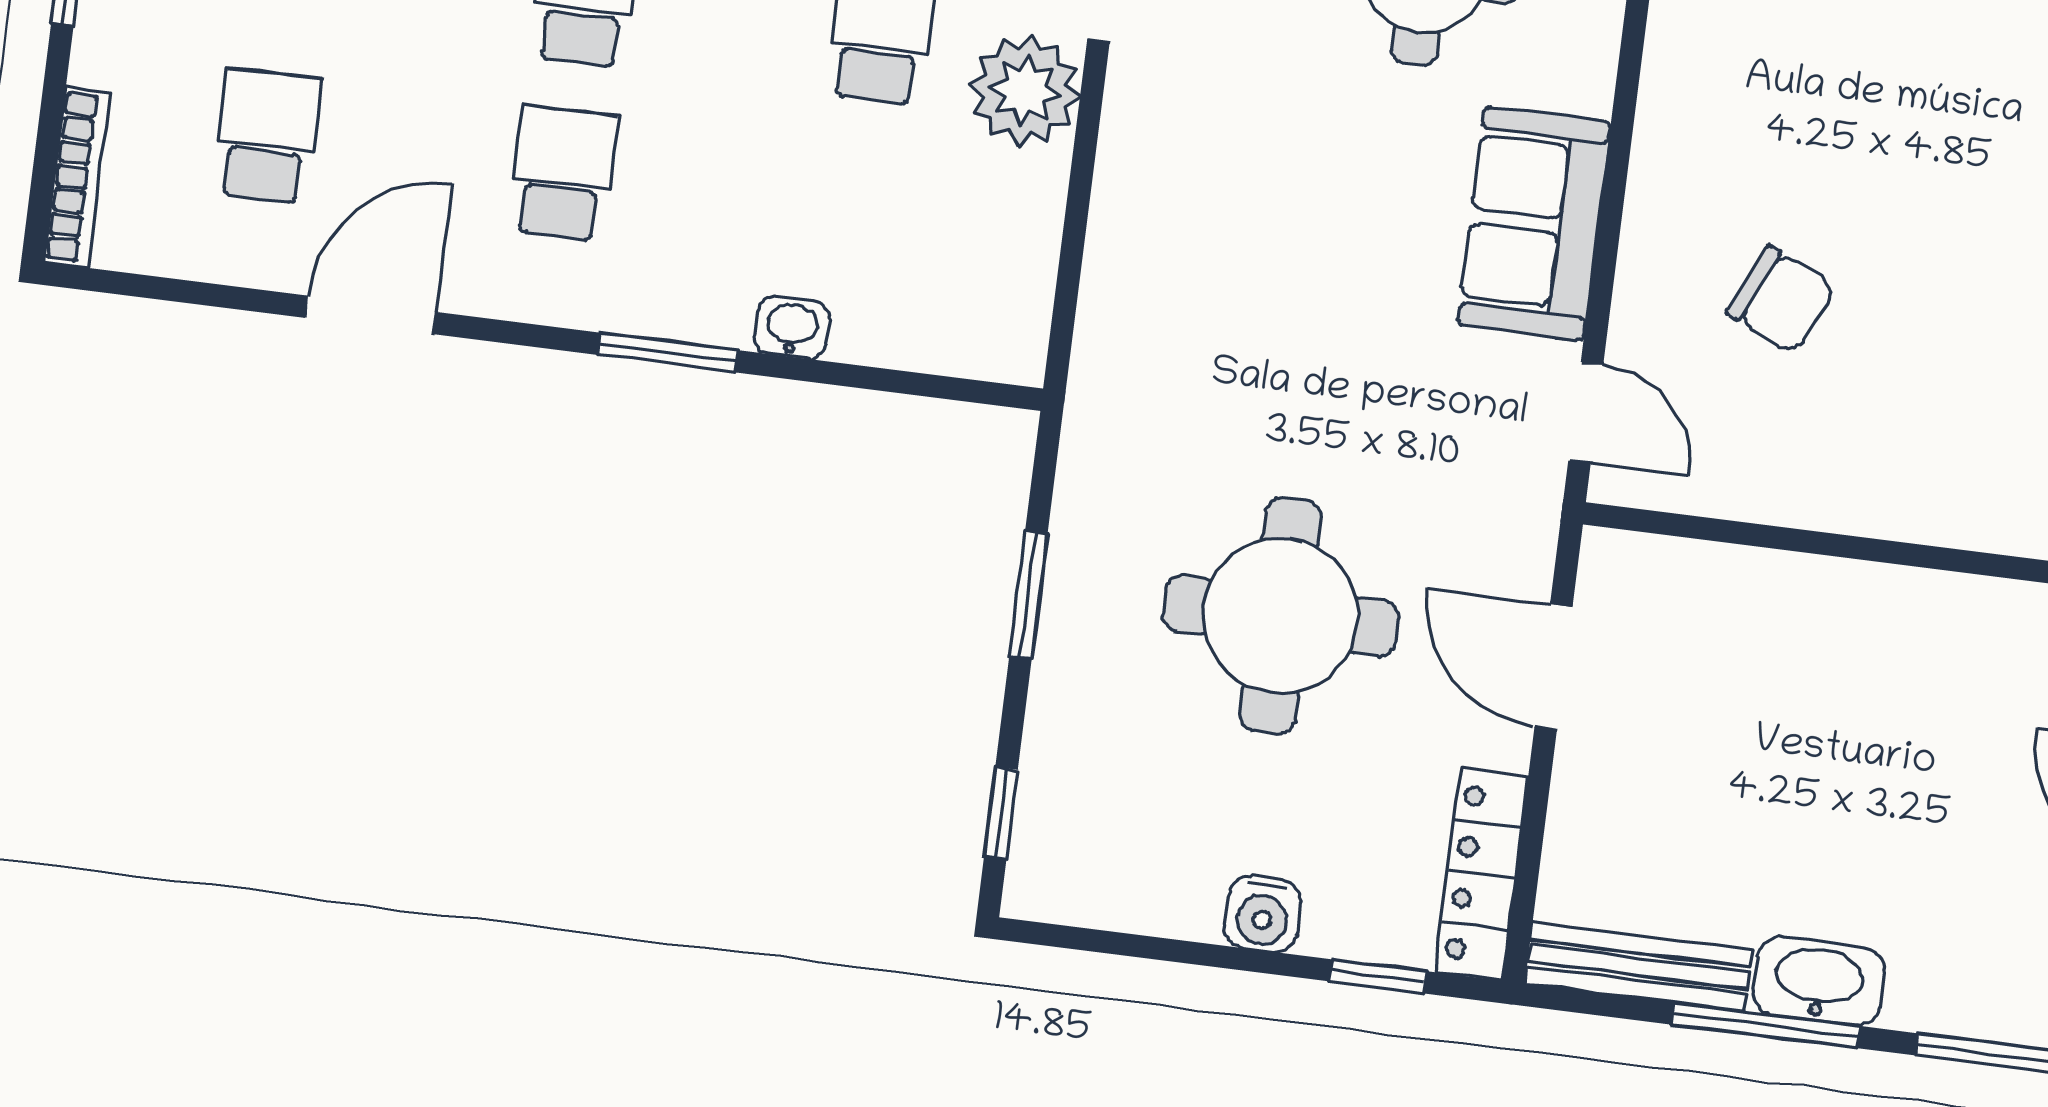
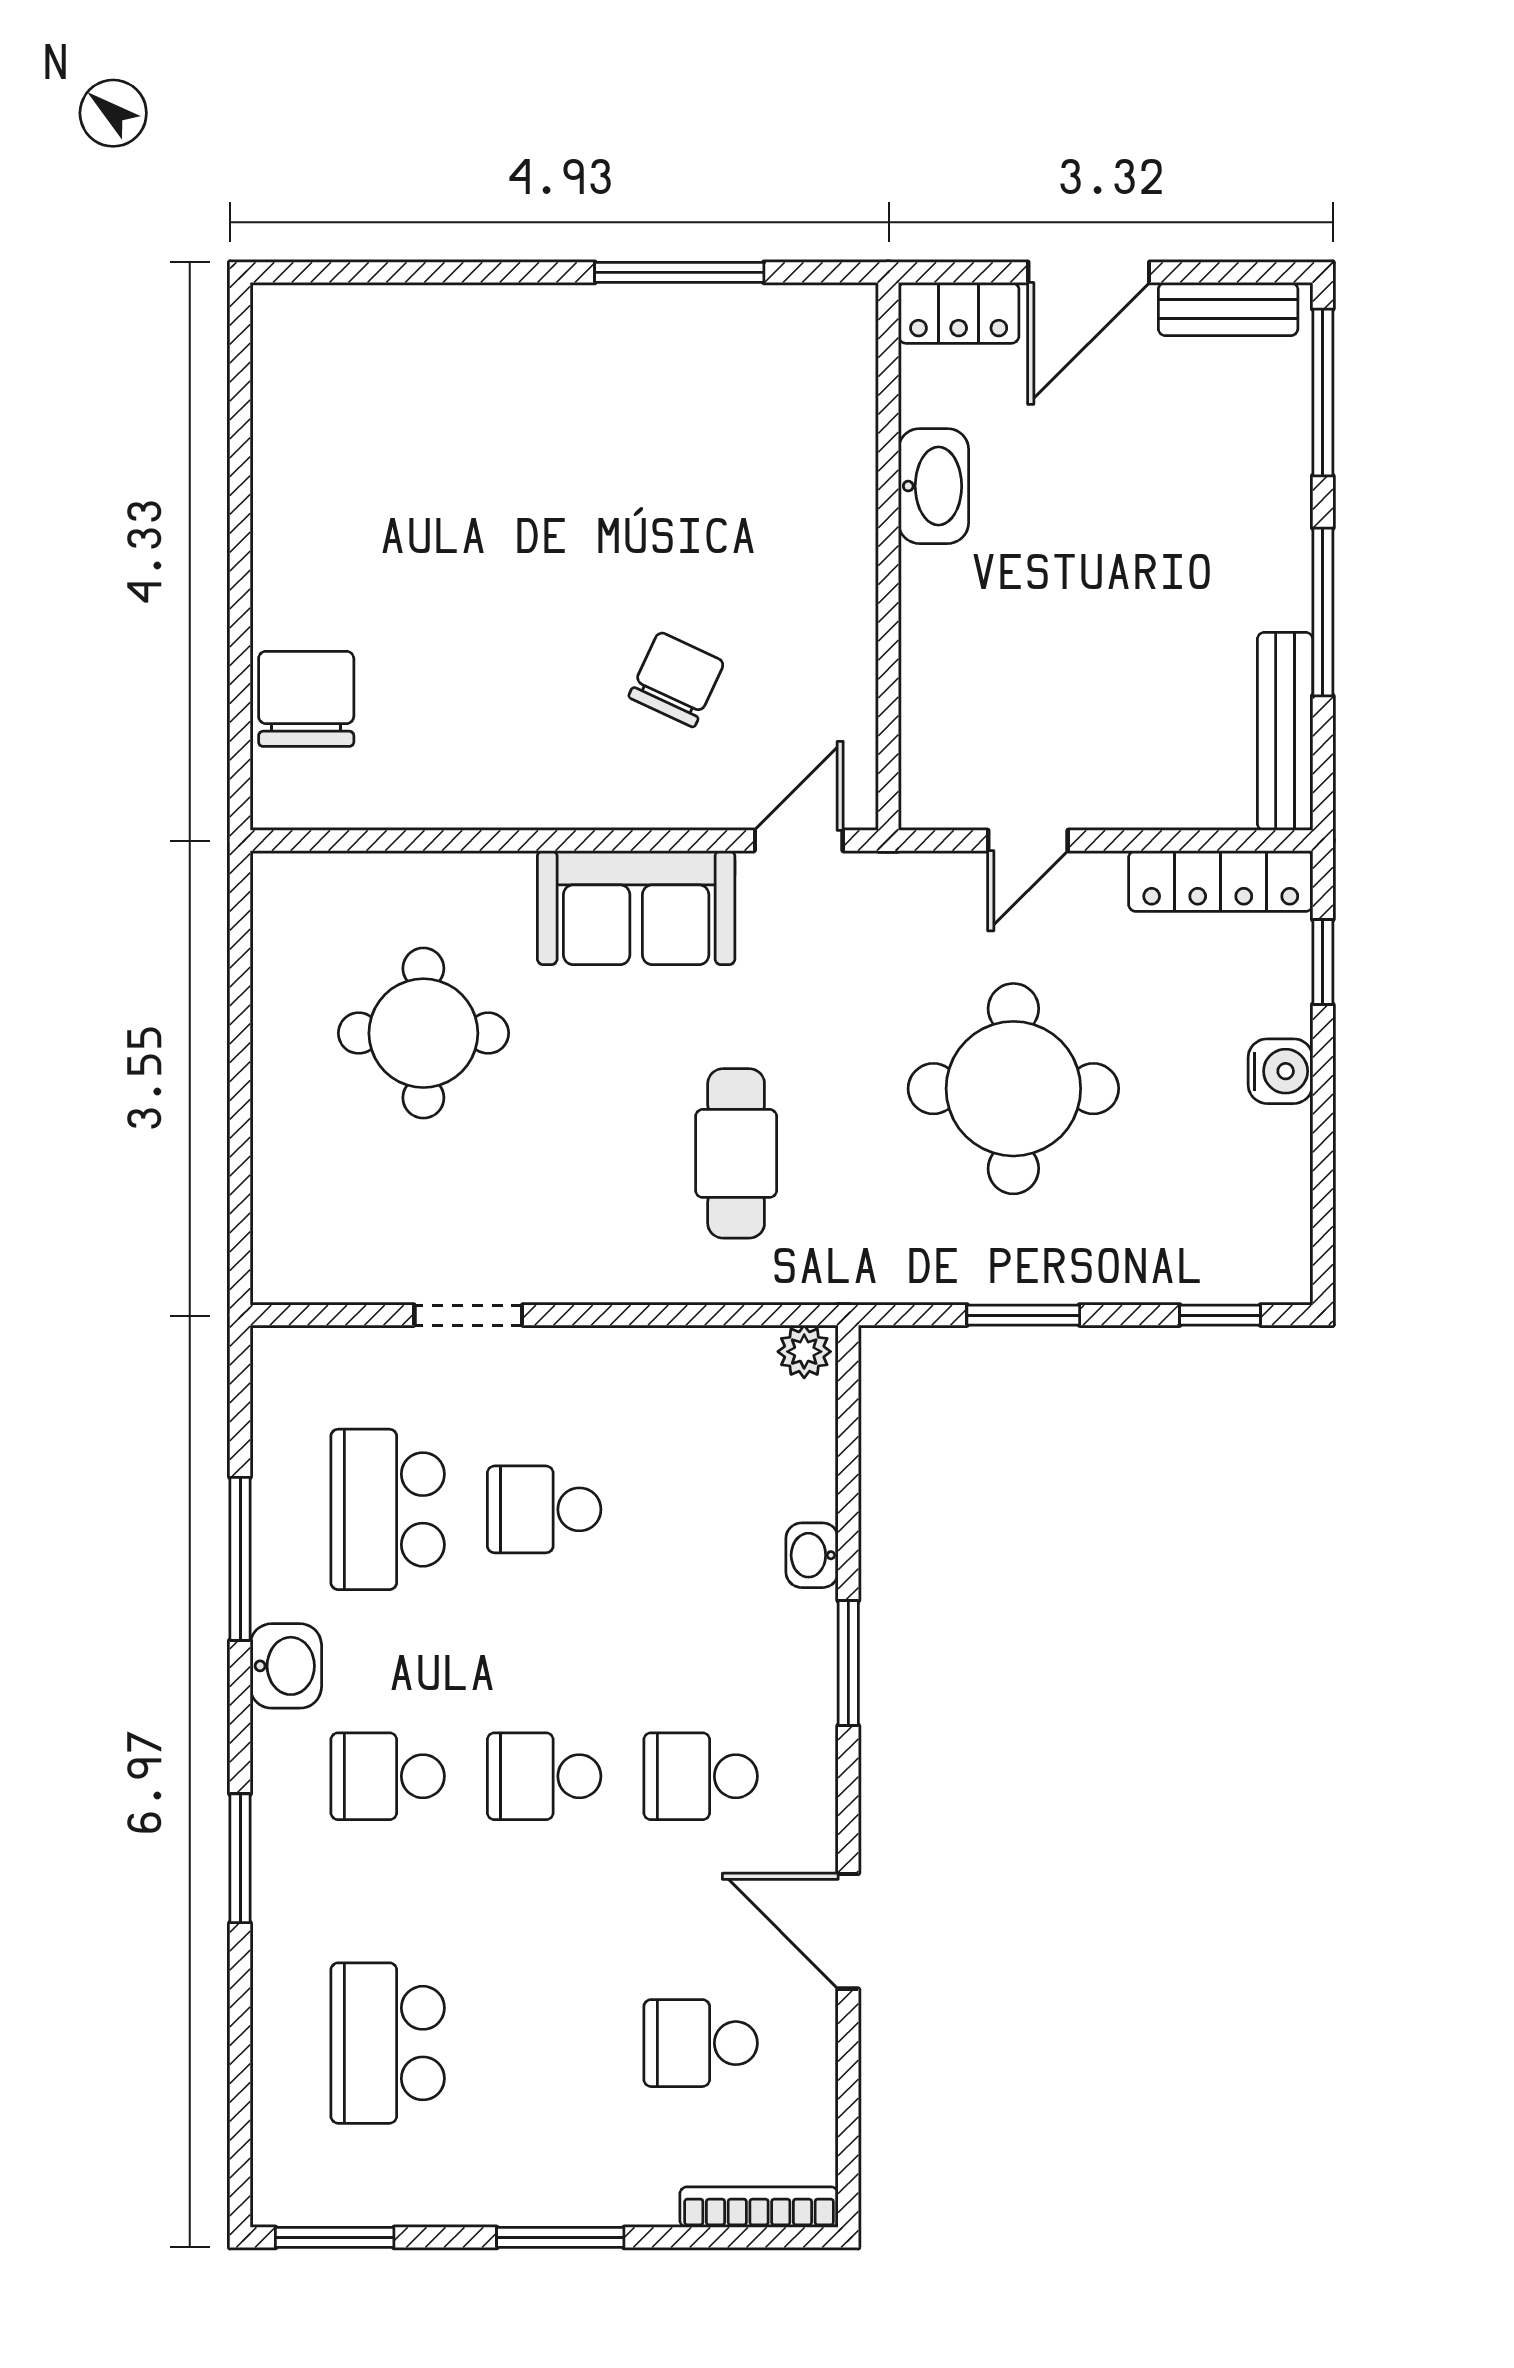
plant: (1025, 91) -> (804, 1352), moved, width x0.53, depth x0.53
cafe table: (1248, 300) -> (736, 1153), added
door: (1554, 667) -> (1028, 840), width x0.73
washbasin: (1819, 981) -> (934, 486), moved, turned 180

